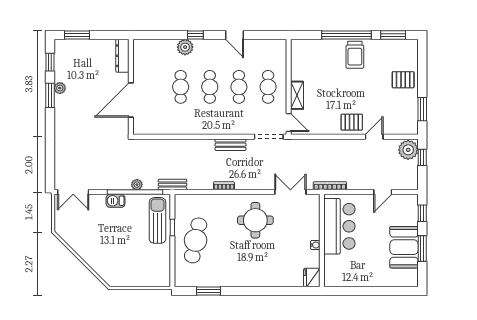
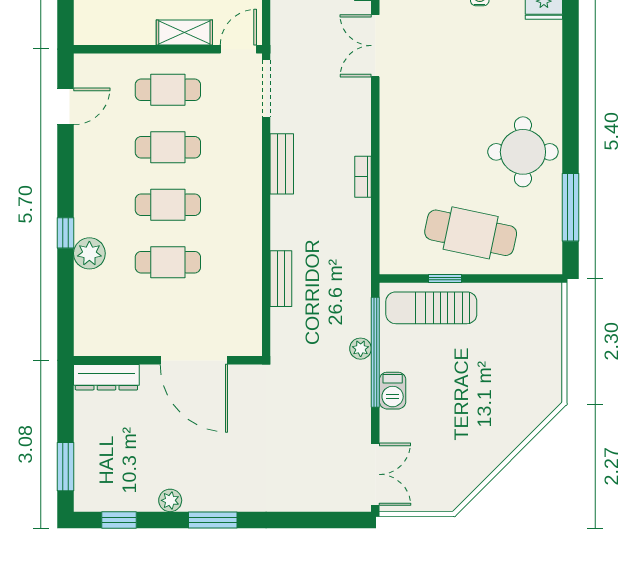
door: (234, 35) -> (66, 106), moved
window: (50, 95) -> (213, 520), moved
bench: (173, 185) -> (281, 279), moved
round table: (255, 220) -> (523, 152), moved
window: (209, 291) -> (570, 207), width x1.44

